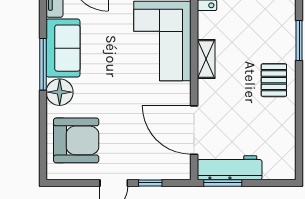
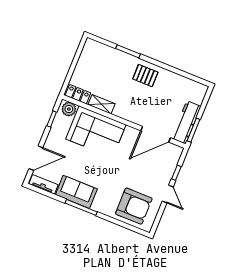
shelving: (206, 59) -> (101, 104), moved
floor lamp: (60, 92) -> (101, 204), removed
armchair: (76, 140) -> (134, 206), turned 90

